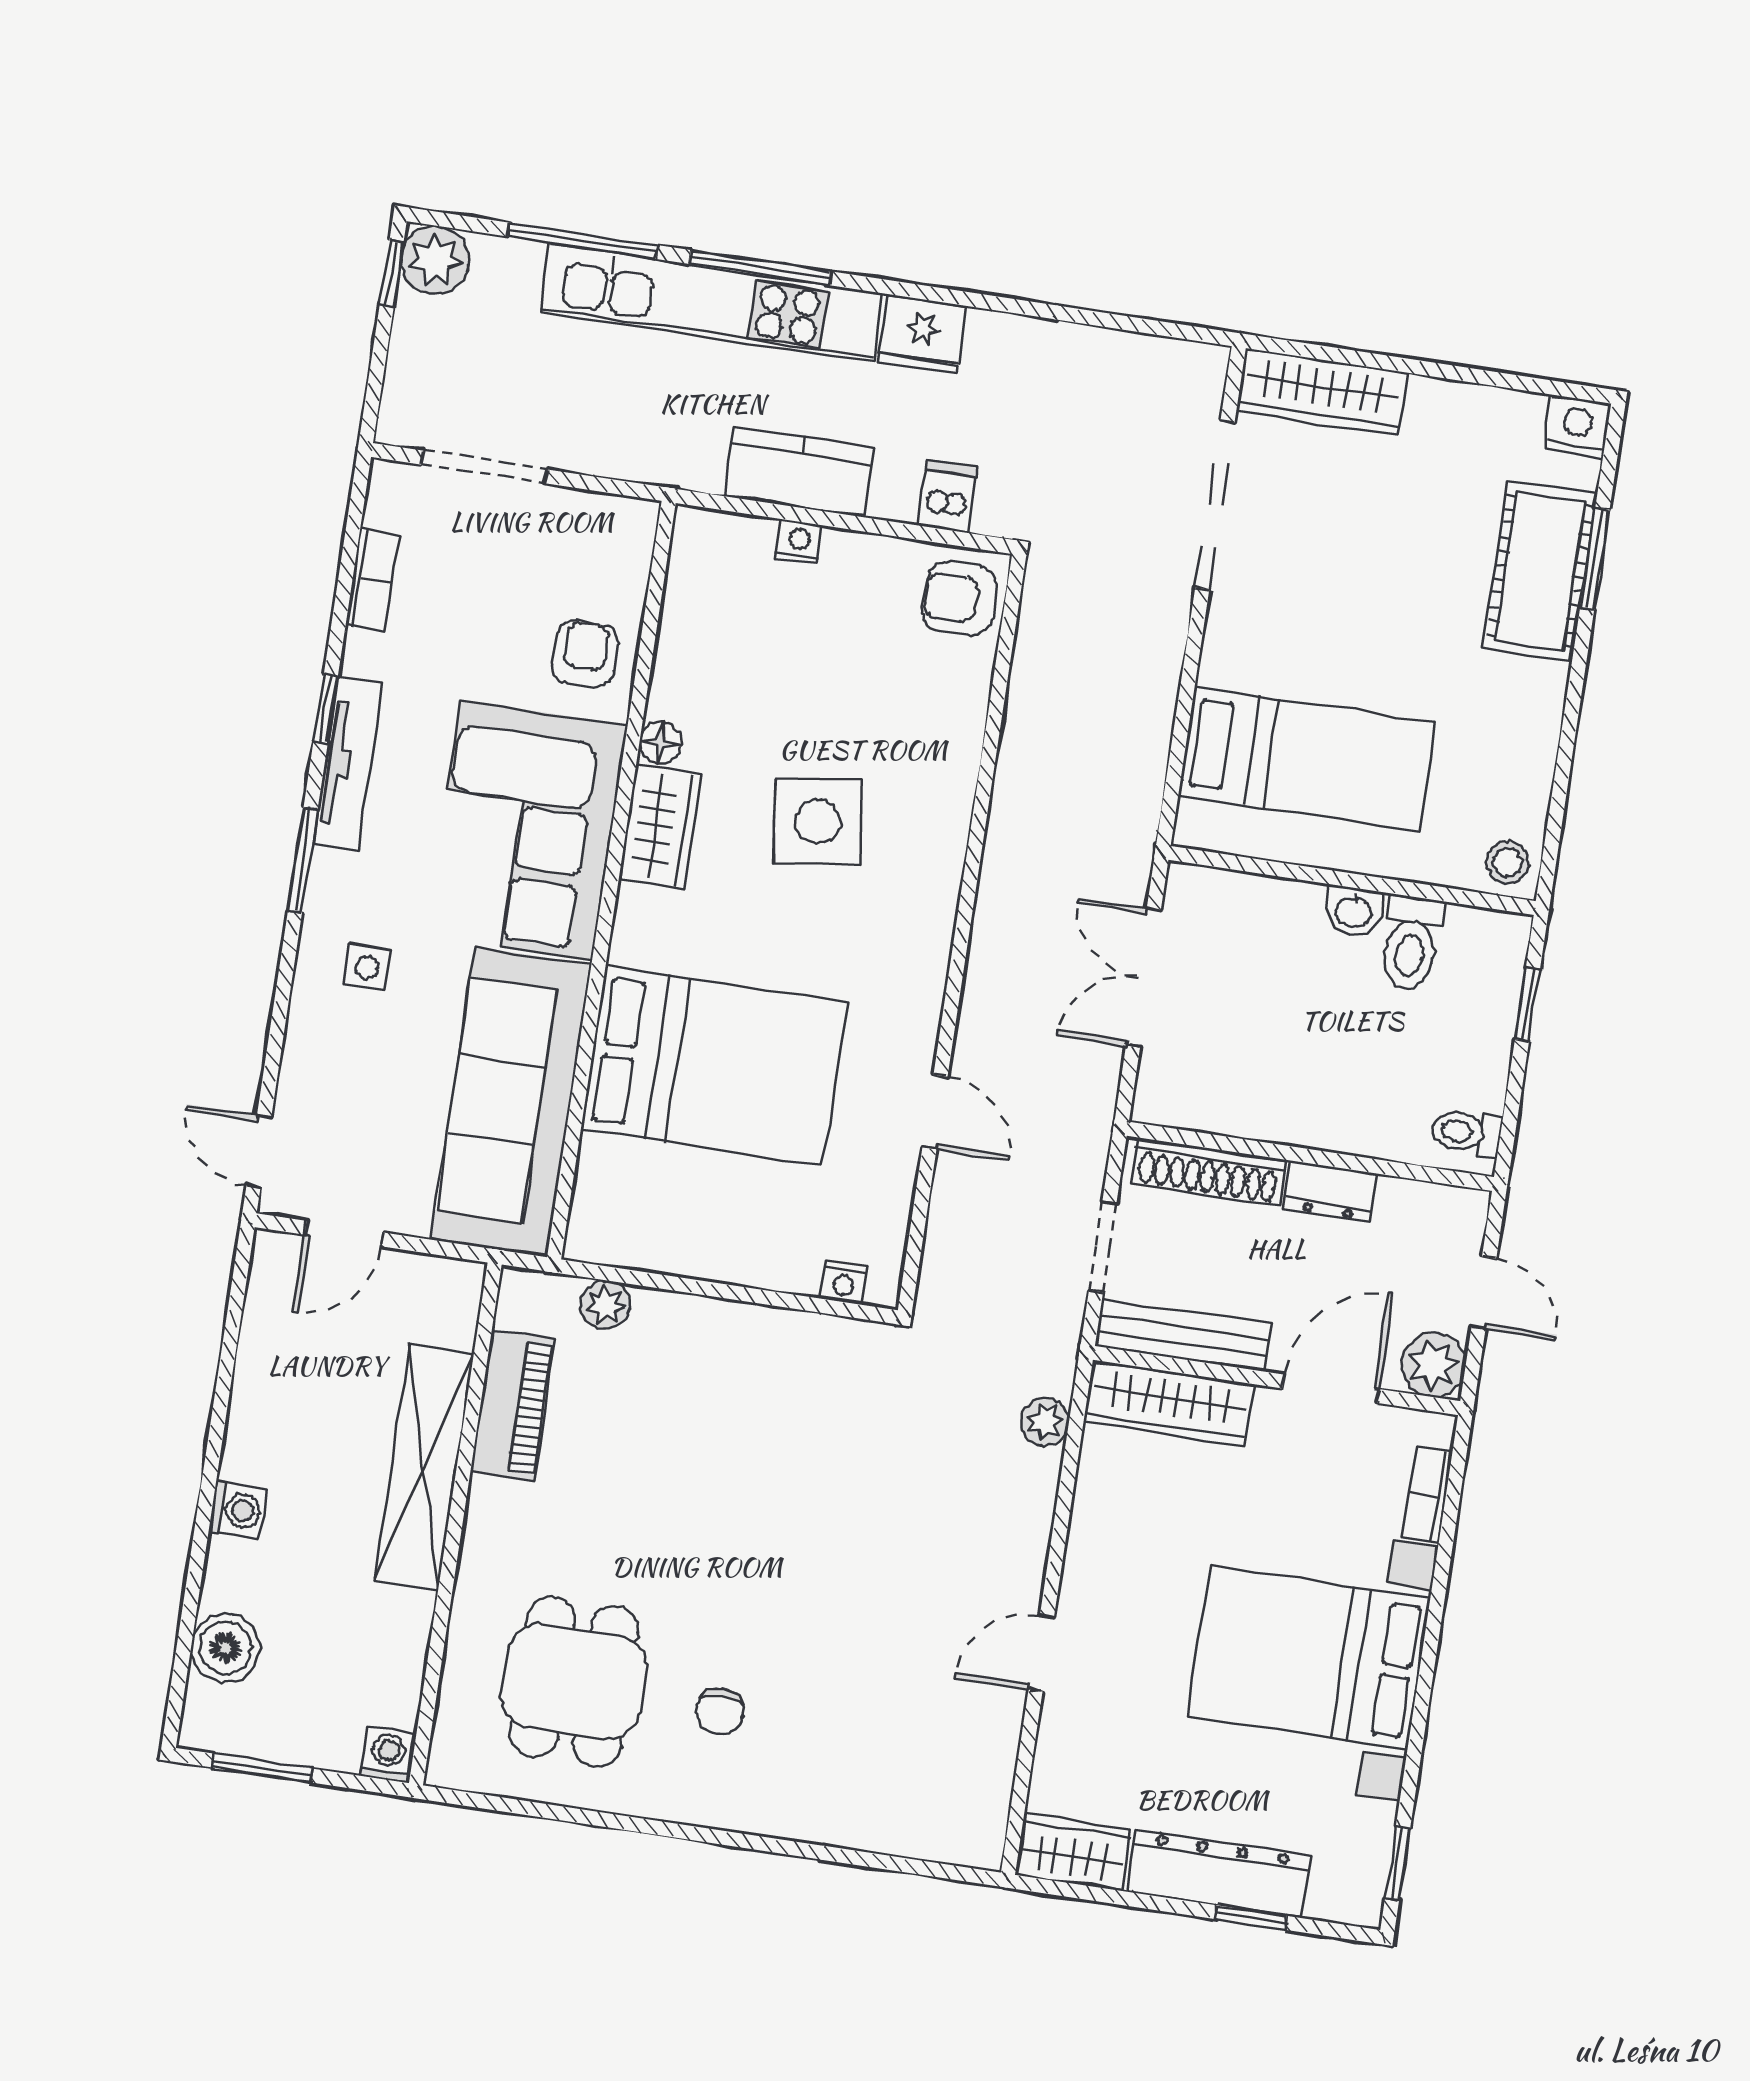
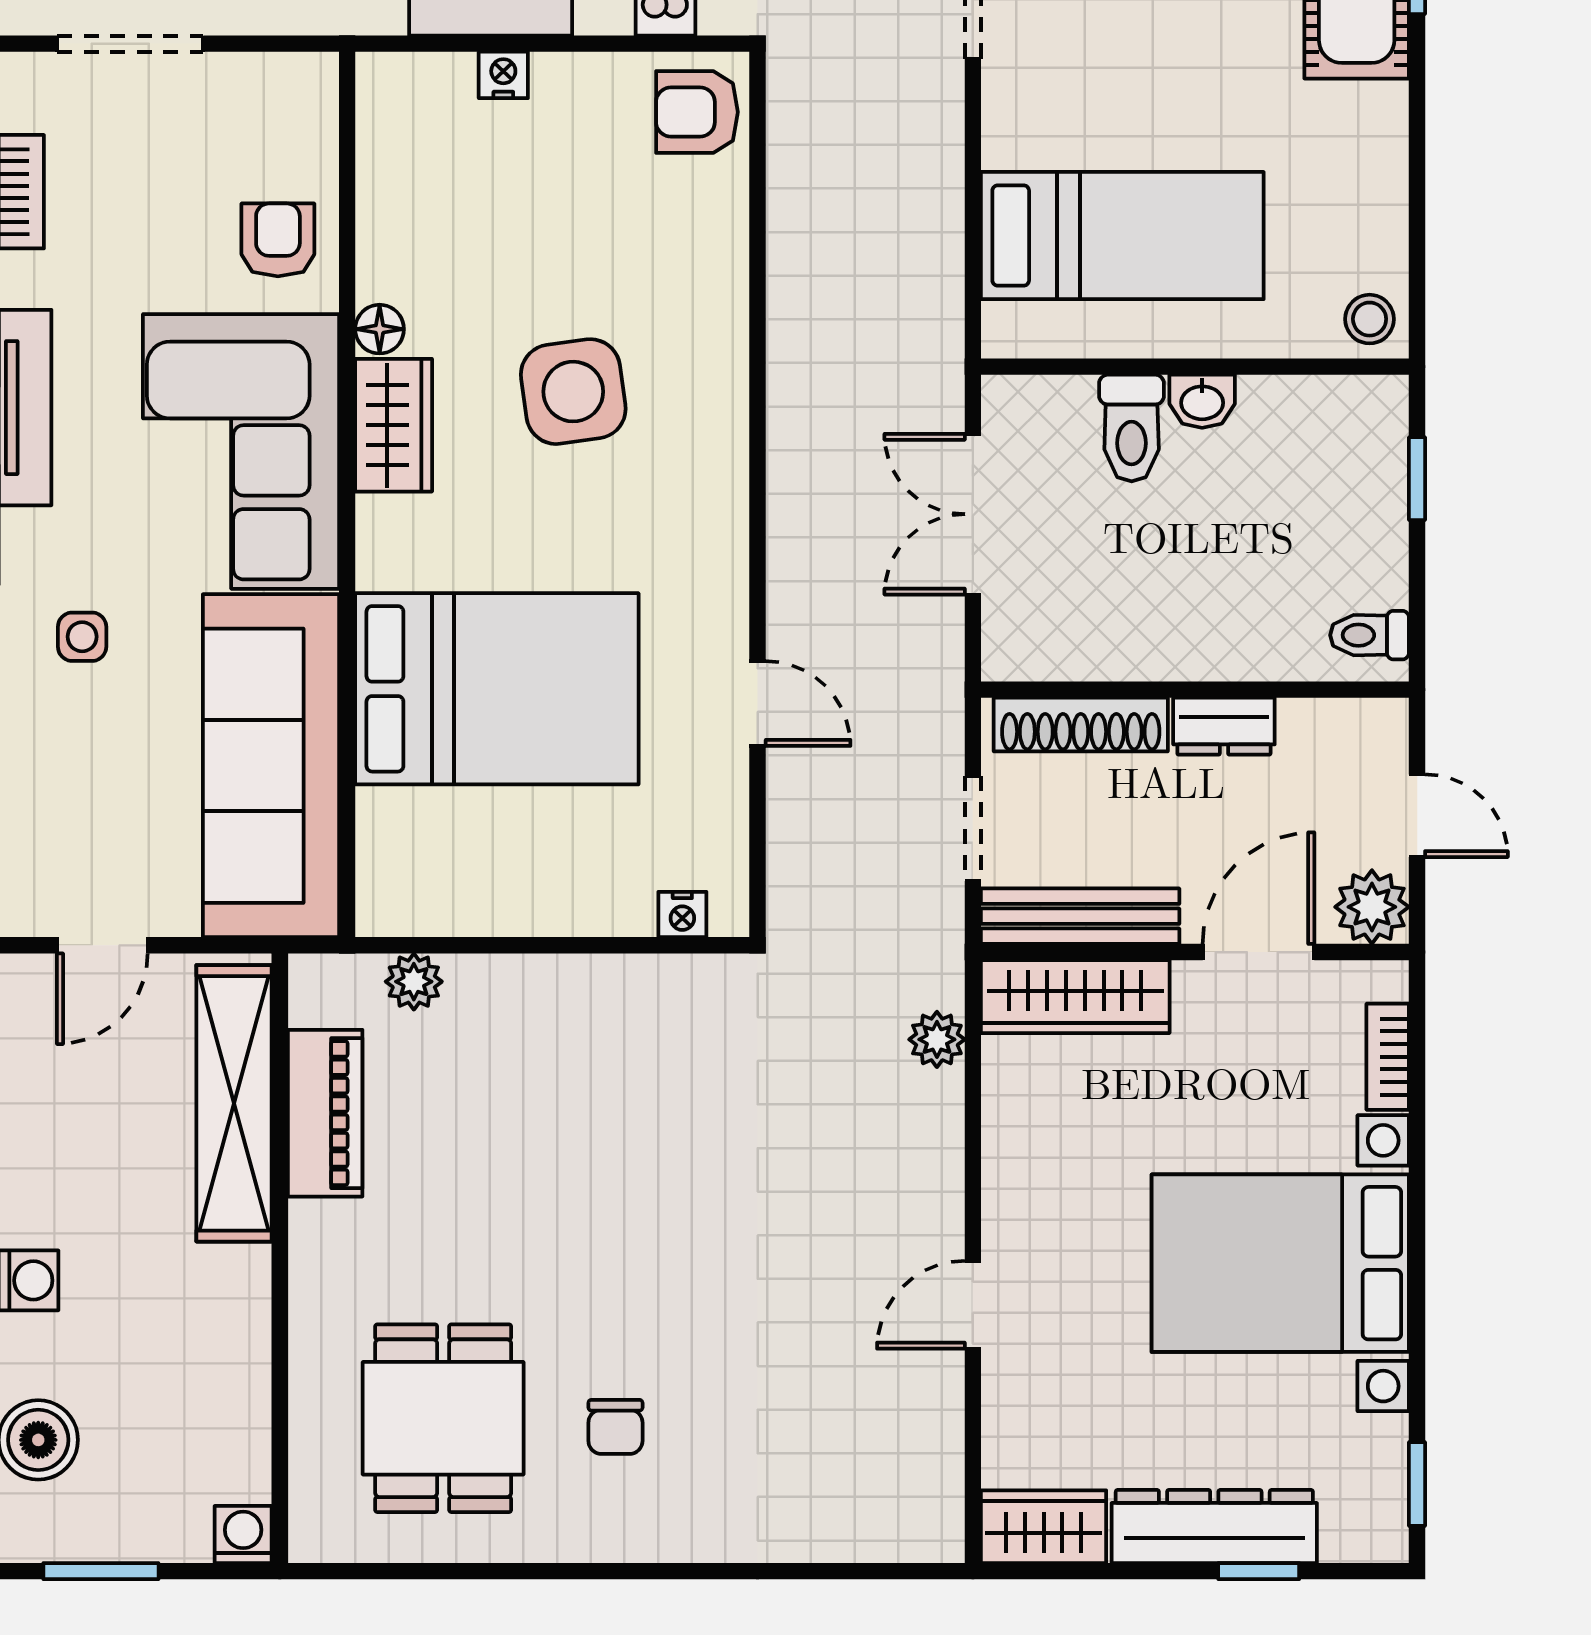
toilet: (1411, 943) -> (1132, 428), moved
shelving: (424, 1467) -> (234, 1103), moved

